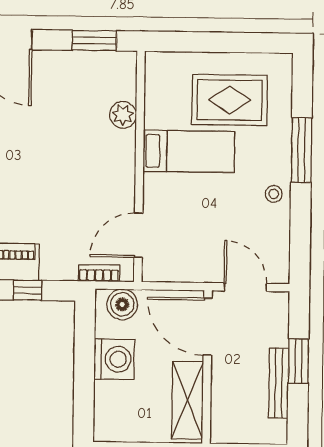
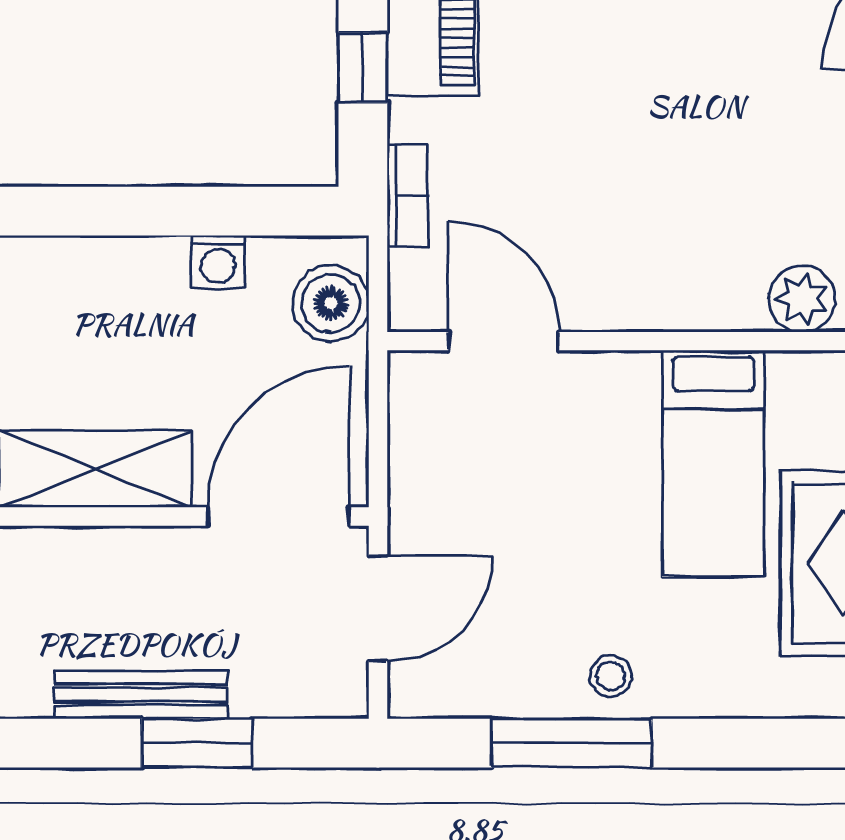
window: (301, 150) -> (571, 743), moved
bookcase: (99, 273) -> (408, 196), moved
washing machine: (114, 359) -> (218, 262), width x0.53, depth x0.53

